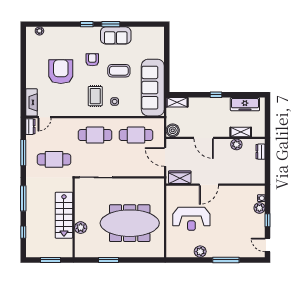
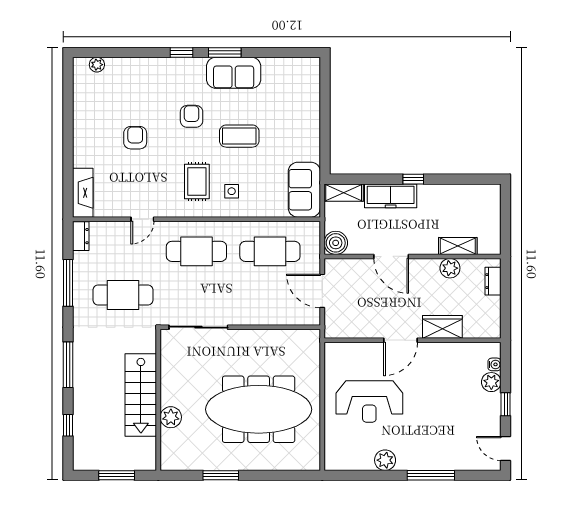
armchair: (61, 72) -> (135, 138), width x0.53, depth x0.53
sofa: (153, 88) -> (304, 190), width x0.54, depth x0.79
freezer: (245, 104) -> (391, 196), moved
door: (44, 117) -> (142, 219), moved
wardrobe: (180, 177) -> (442, 327), moved

